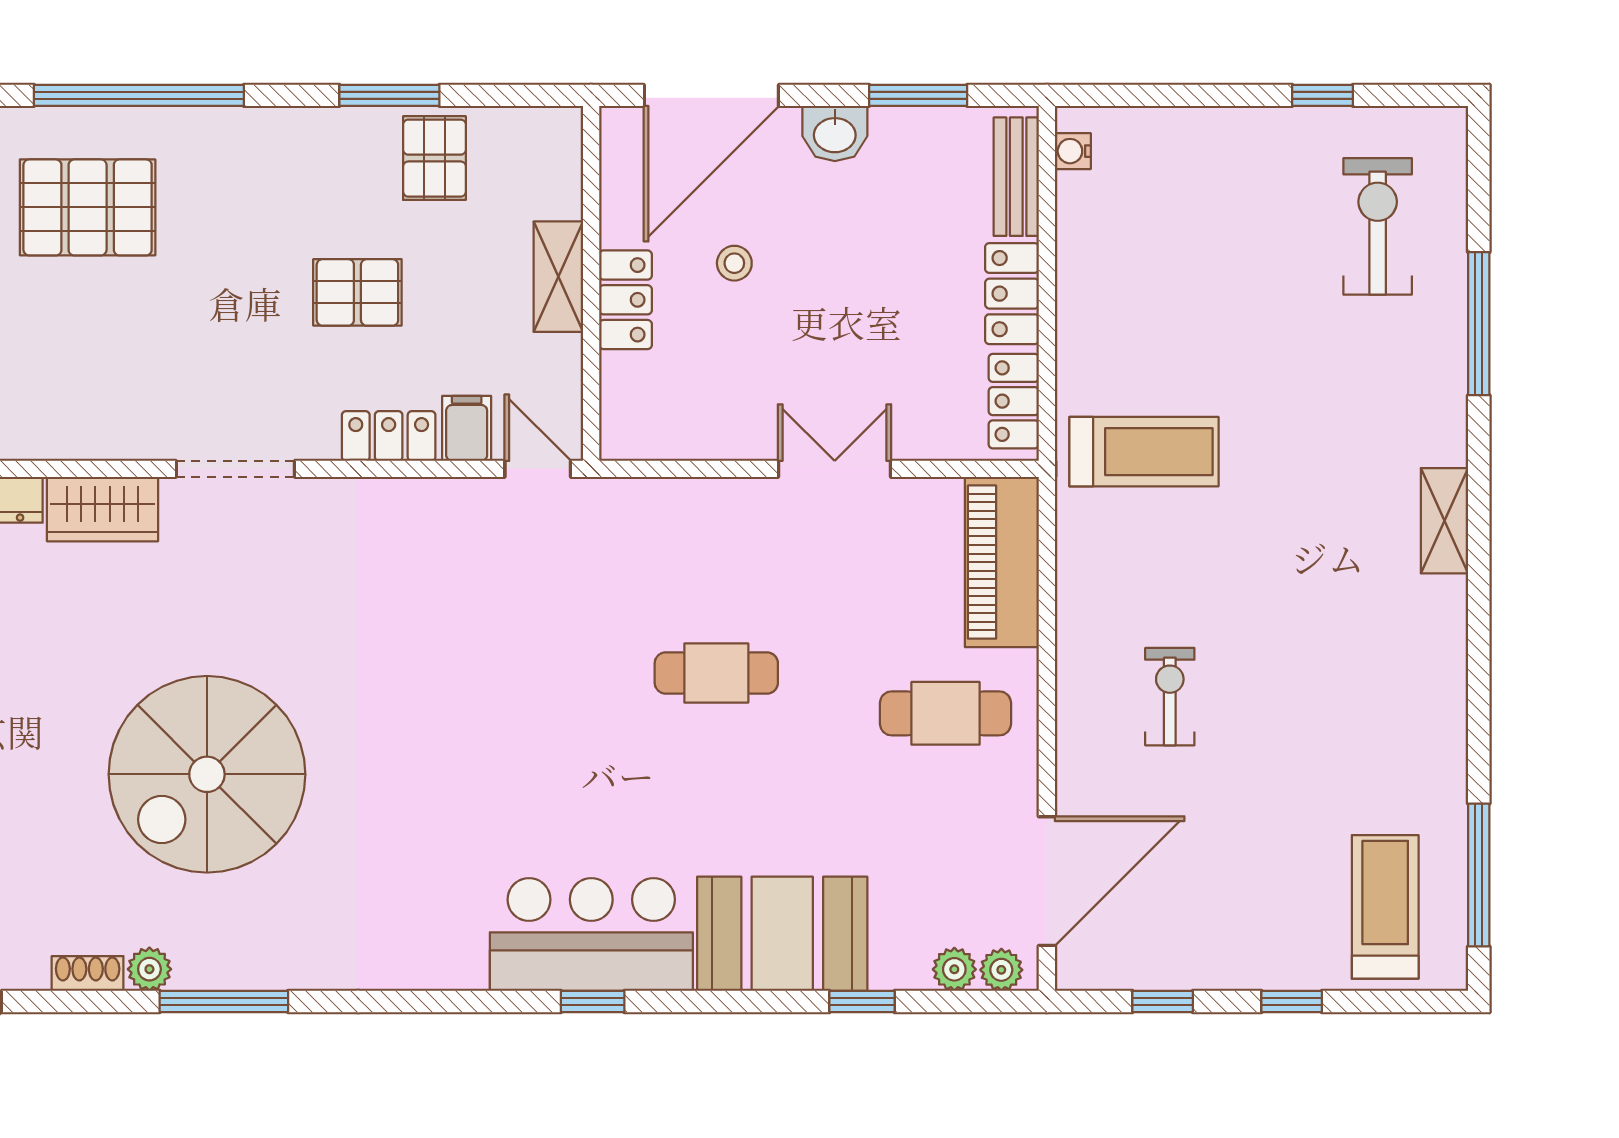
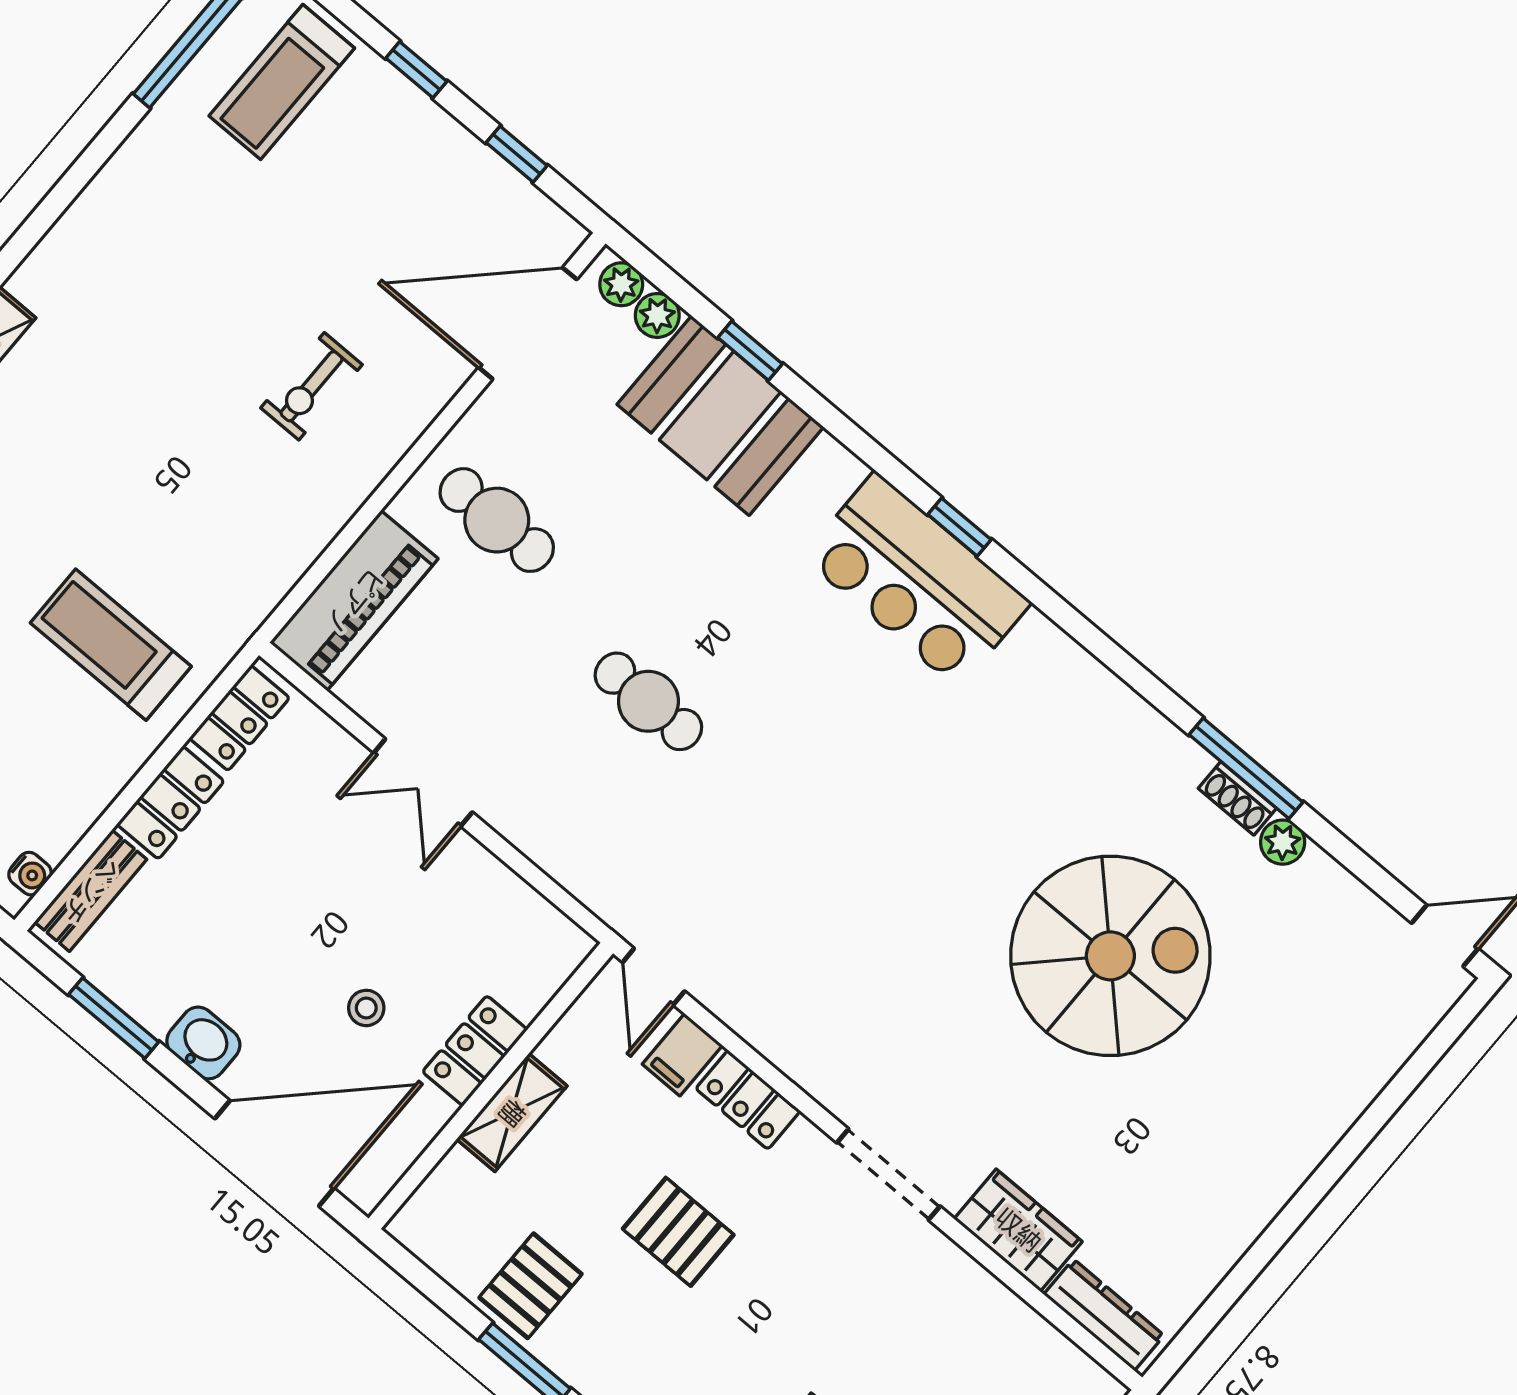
treadmill: (1144, 452) -> (111, 645), moved
booth: (782, 934) -> (720, 416), moved
shoe rack: (88, 973) -> (1237, 798), moved

